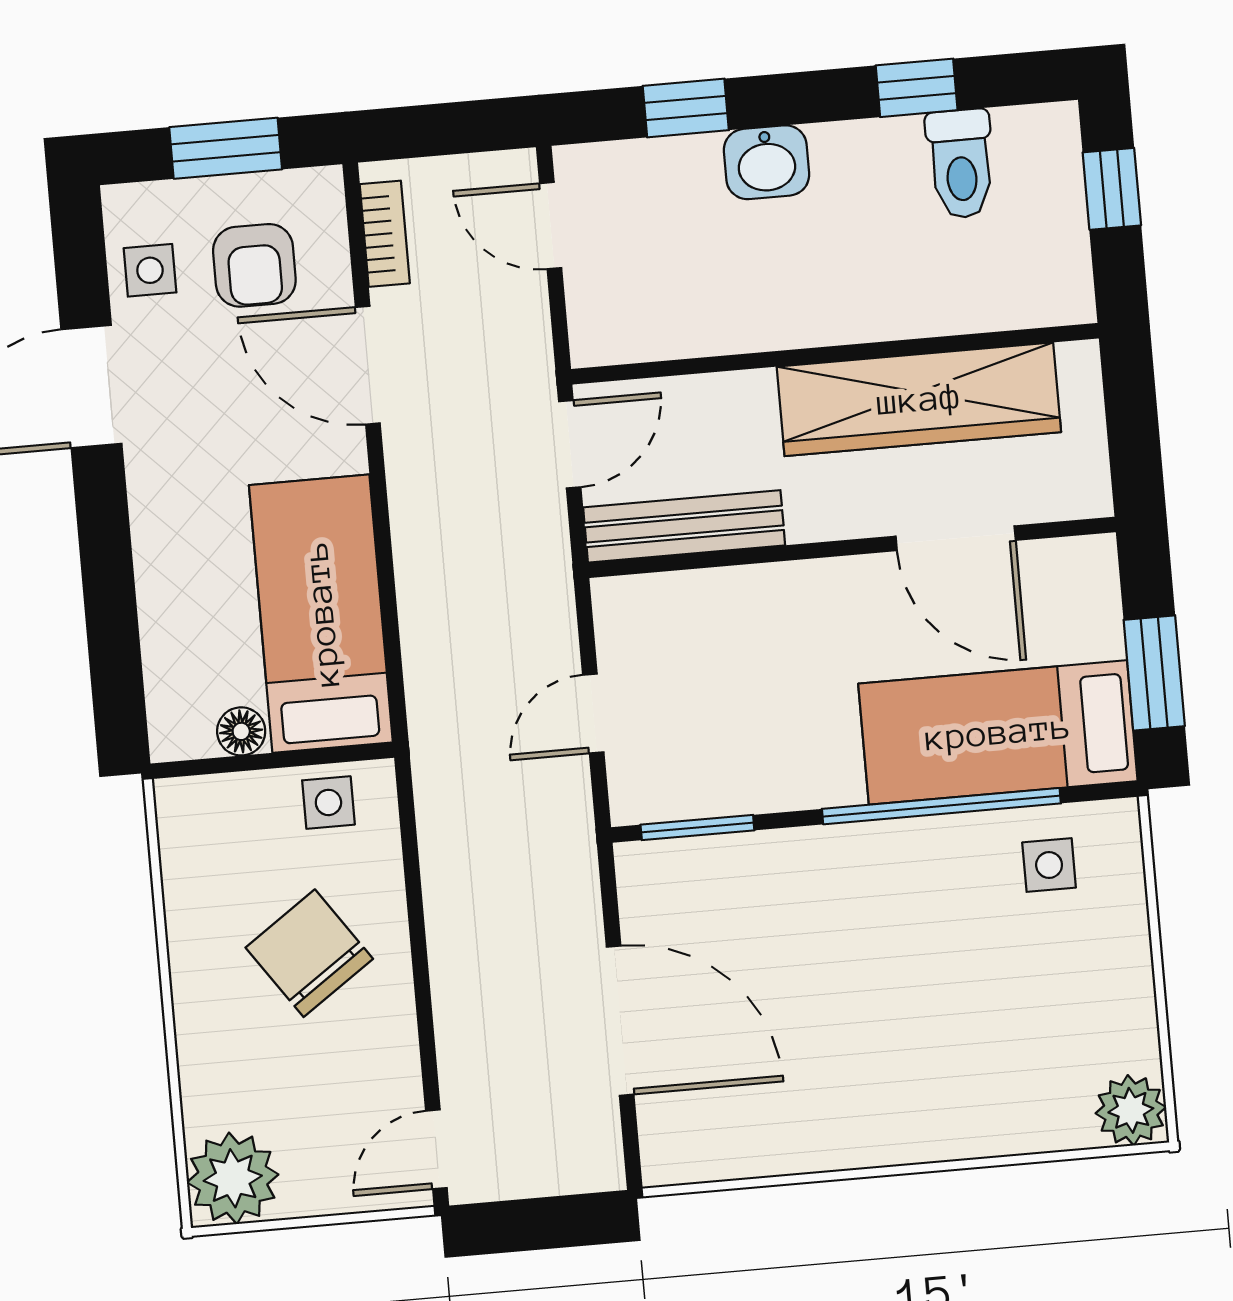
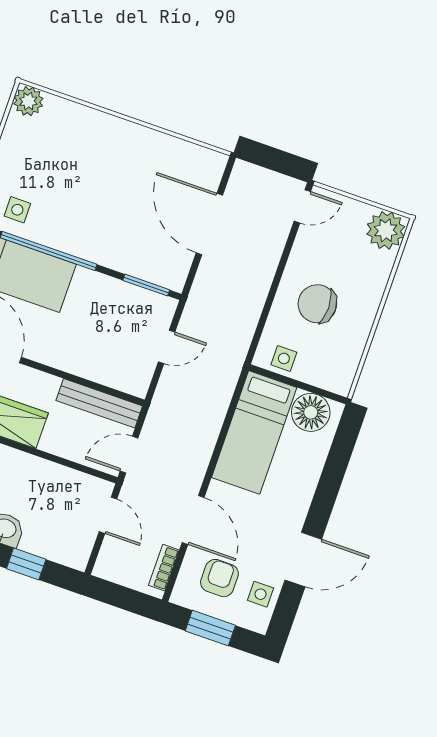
door: (551, 226) -> (108, 515), moved
floor lamp: (241, 731) -> (311, 412), width x1.89, depth x1.89
chair: (309, 953) -> (317, 304), turned 125

